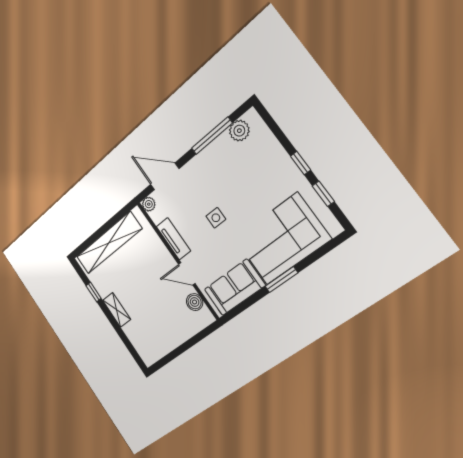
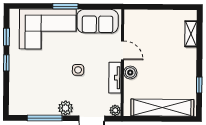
plant: (239, 131) -> (65, 108), moved
boiler: (195, 302) -> (130, 73), moved
shelving: (117, 310) -> (191, 34), moved

